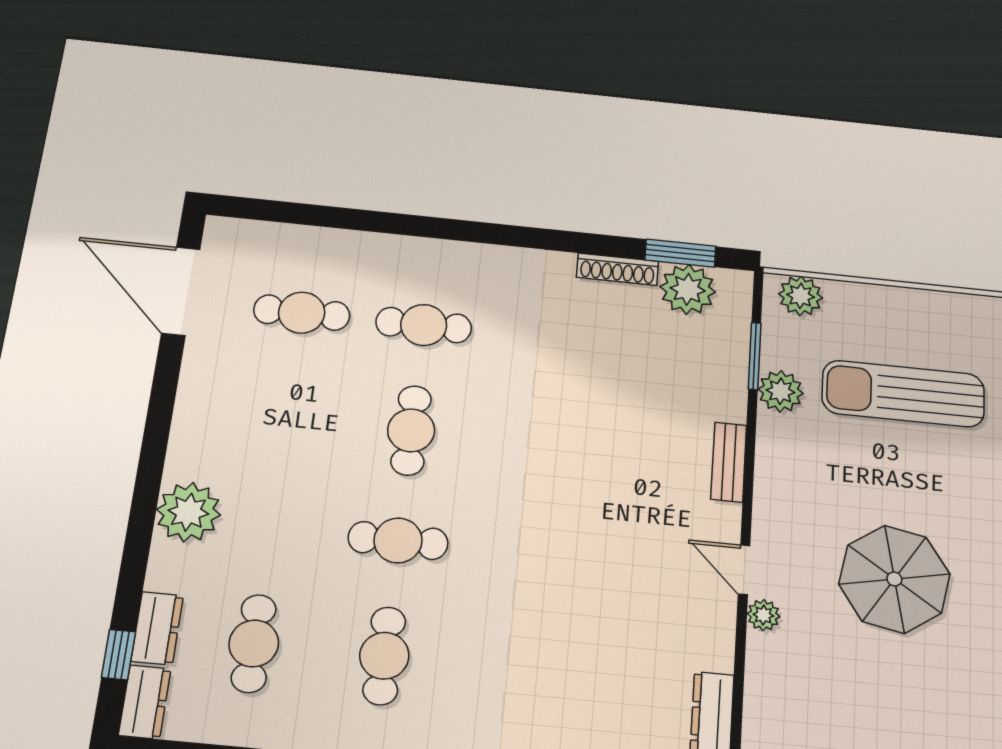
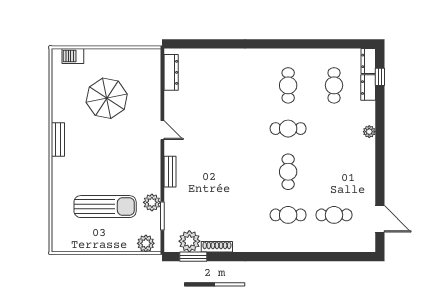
door: (181, 291) -> (380, 219), width x0.73
plant: (188, 512) -> (369, 132), width x0.53, depth x0.53
parasol: (894, 579) -> (107, 98), moved
plant: (763, 615) -> (155, 114), removed

